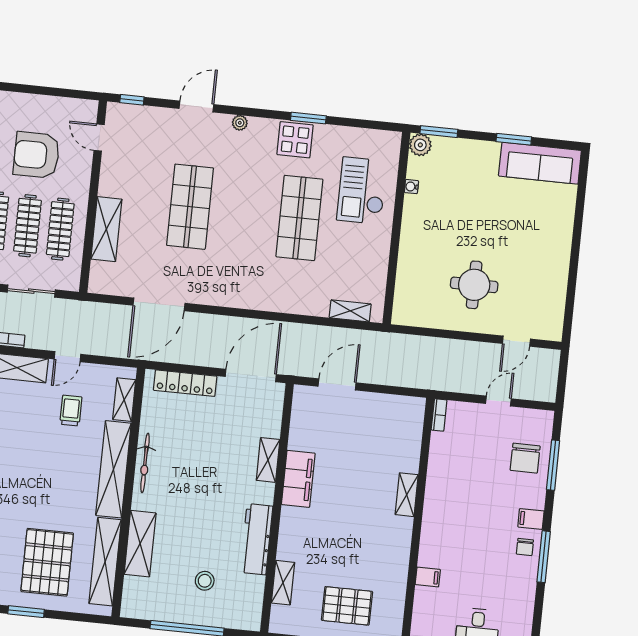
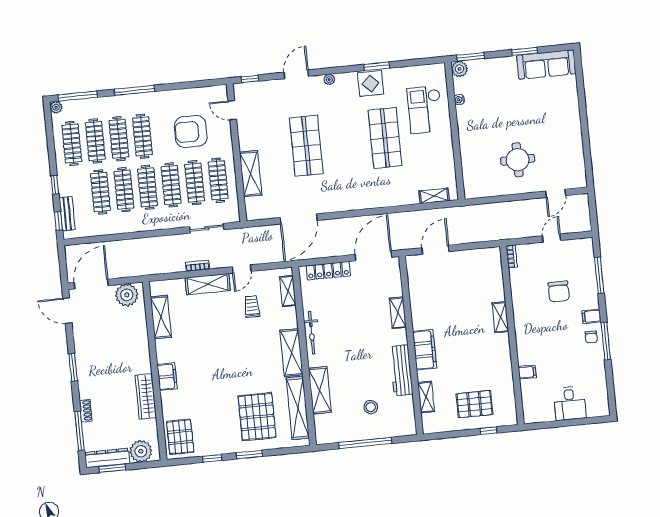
chair: (525, 458) -> (559, 291), moved
shelving: (113, 469) -> (291, 353), width x0.68
filing cabinet: (298, 479) -> (425, 350), moved

